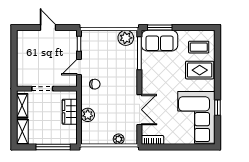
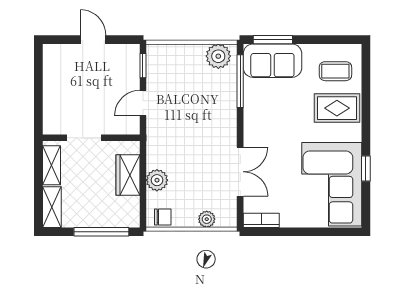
chair: (95, 84) -> (163, 217), moved

